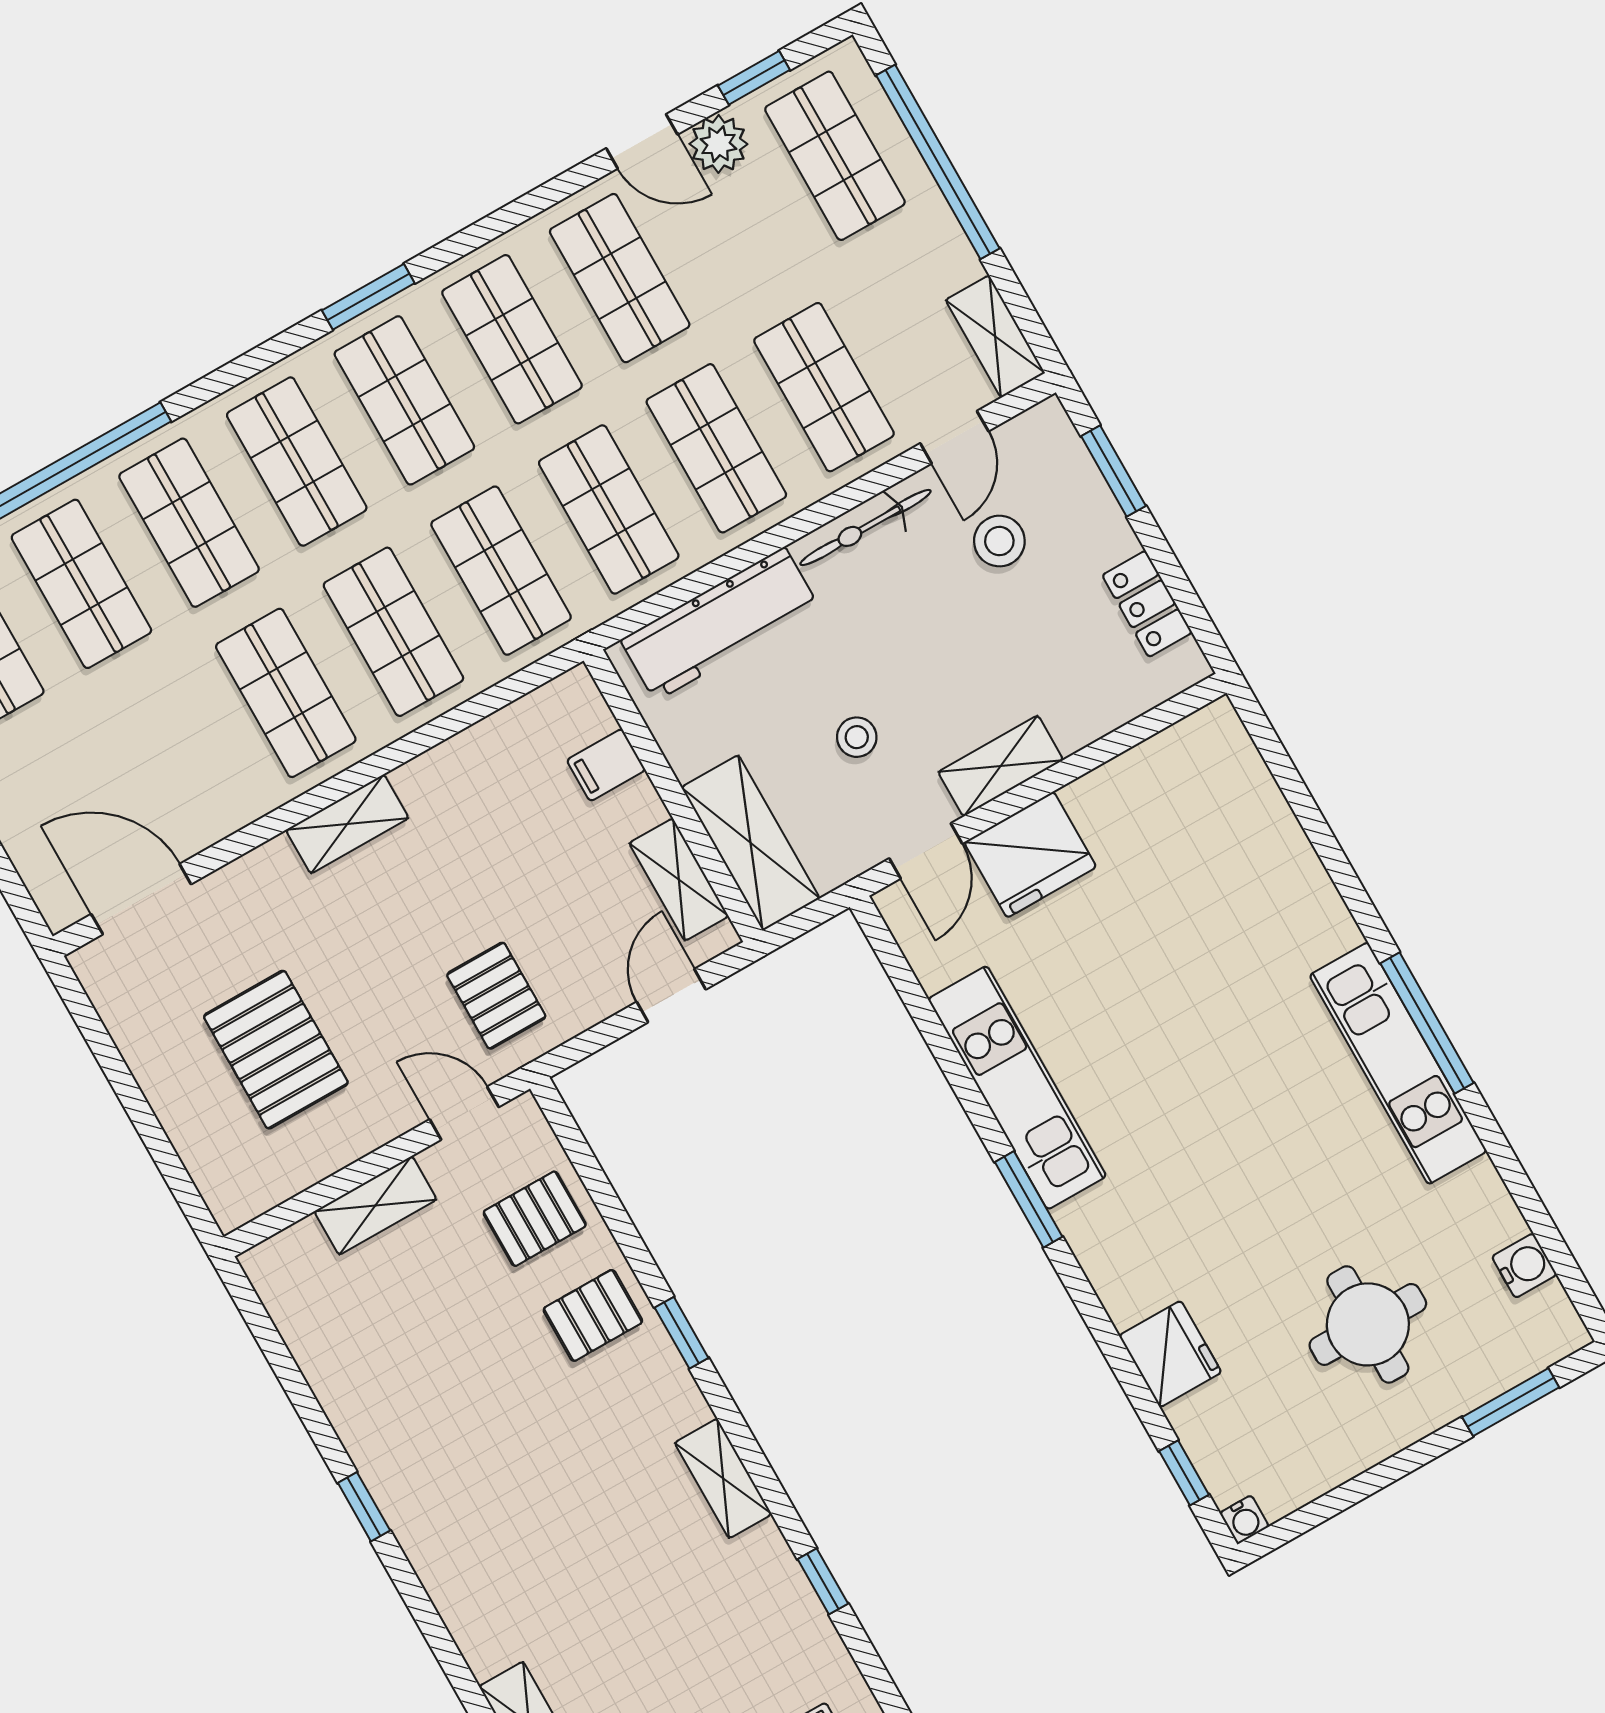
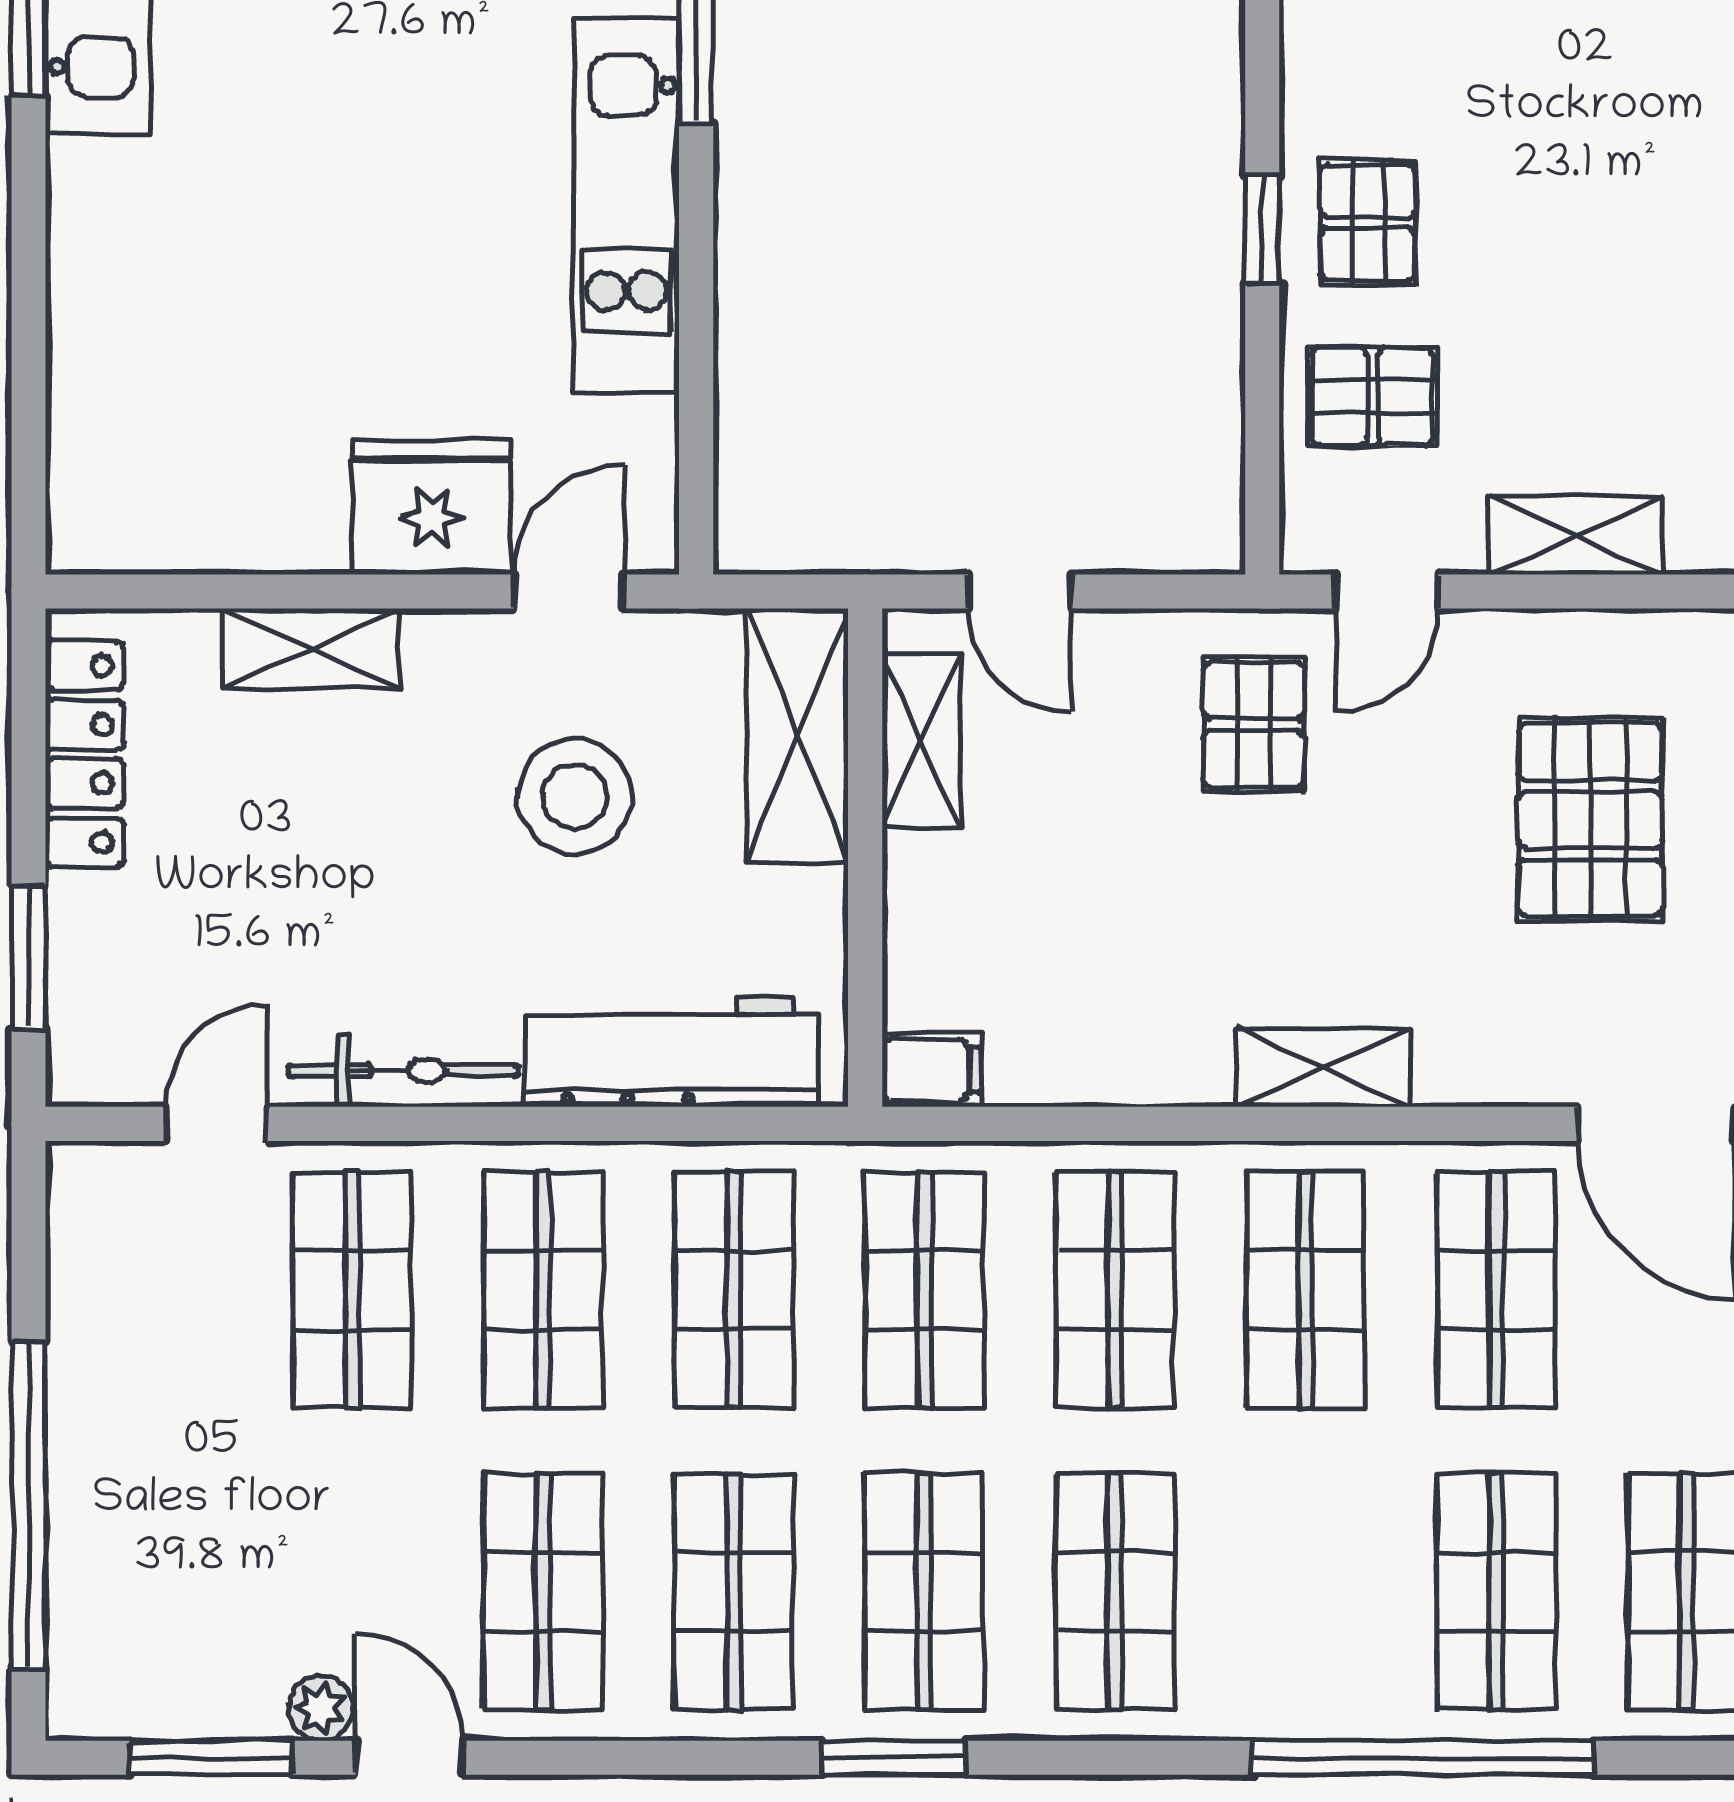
window: (754, 78) -> (211, 1758), width x1.50
plant: (718, 144) -> (321, 1708), width x0.73, depth x0.73
shop shelf: (835, 156) -> (162, 1592), removed
shelving: (995, 336) -> (85, 1228), removed
shop shelf: (189, 523) -> (1496, 1290), moved
stool: (999, 541) -> (235, 951), removed
locker: (1147, 604) -> (84, 754), width x1.53
stool: (857, 737) -> (575, 796), width x1.89, depth x1.89
filing cabinet: (606, 765) -> (932, 1070), moved
shelving: (1001, 766) -> (311, 648), moved
door: (671, 996) -> (1020, 592), hinge flipped
door: (464, 1113) -> (1386, 592), hinge flipped
pallet: (593, 1315) -> (1368, 223), turned 90
window: (682, 1333) -> (1262, 229), moved

